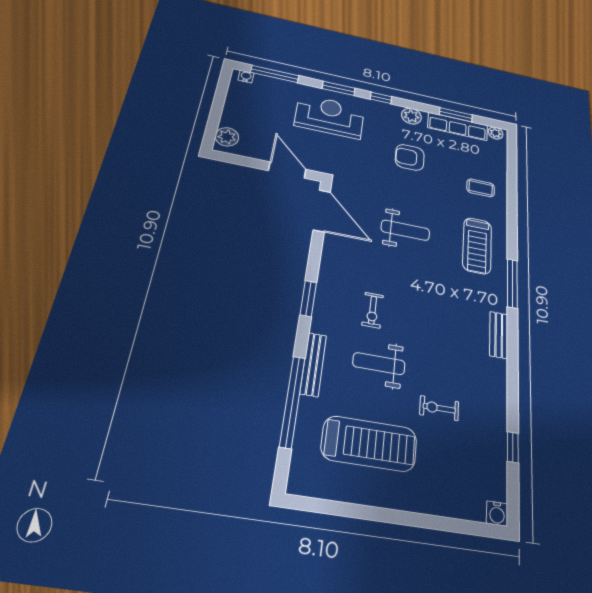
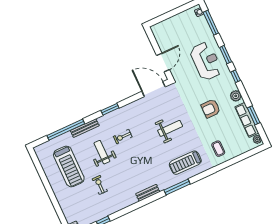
plant: (227, 137) -> (161, 28), removed
armchair: (410, 157) -> (211, 109), turned -90
door: (322, 211) -> (154, 89), swing flipped
weight bench: (405, 230) -> (170, 128), turned -90

